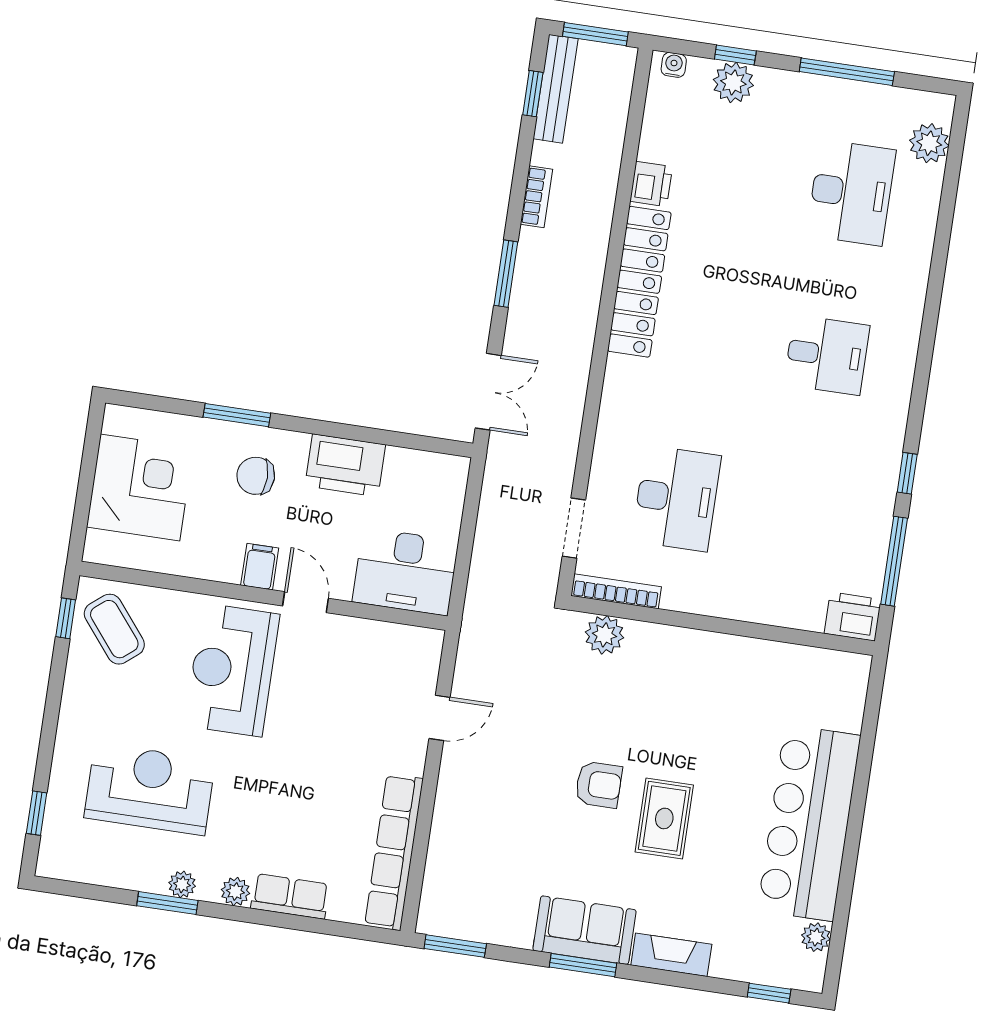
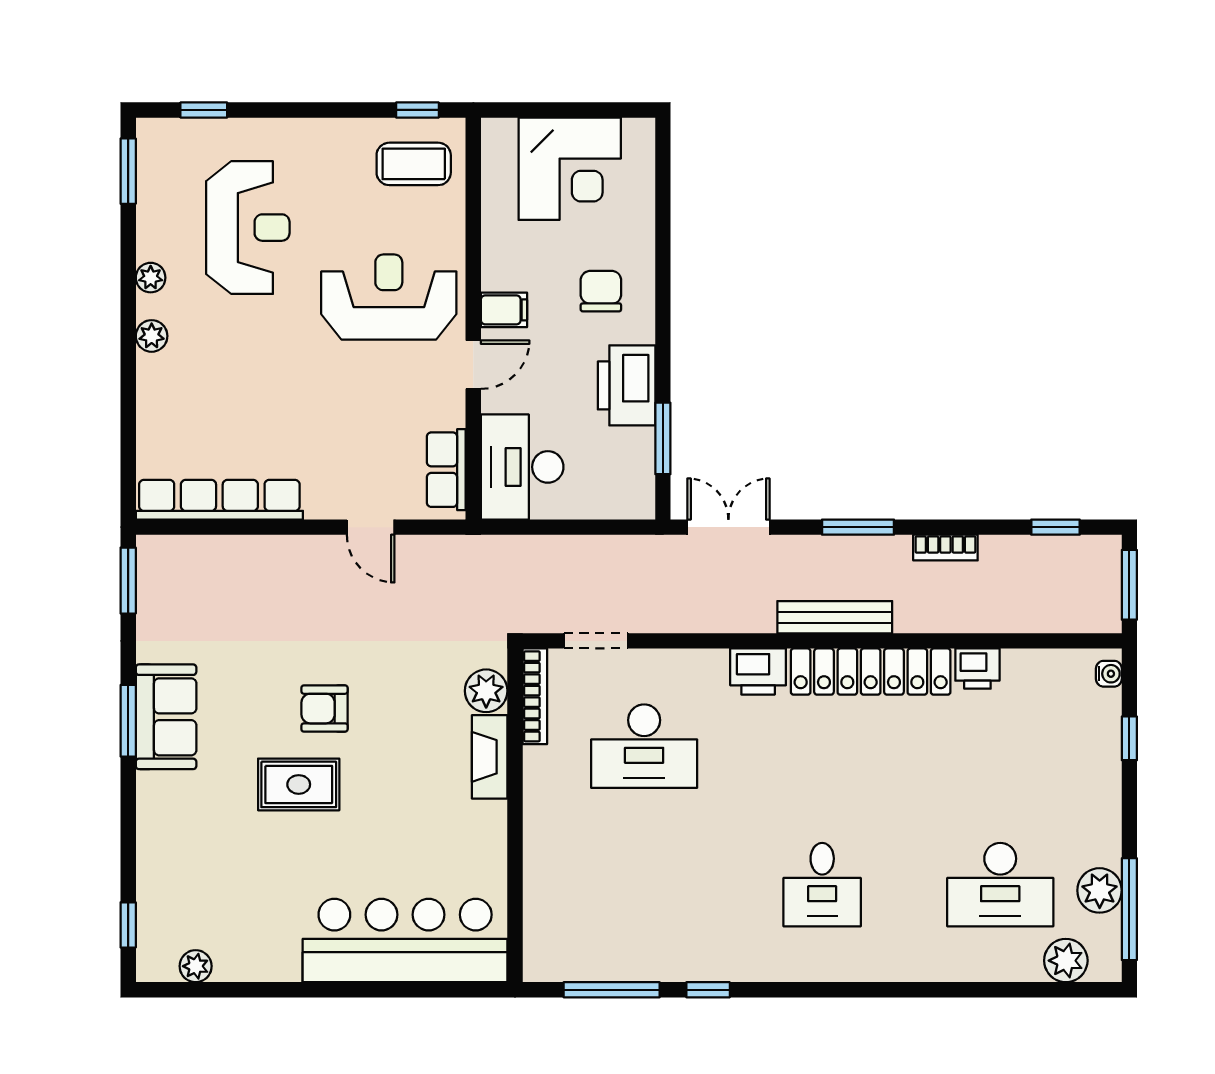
window: (847, 72) -> (1129, 909), moved
plant: (733, 83) -> (1100, 890), moved
bench: (556, 89) -> (835, 617), moved
double door: (488, 392) -> (728, 527), swing flipped
window: (237, 415) -> (663, 438), moved
printer: (853, 617) -> (758, 672), moved, turned 90
coffee table: (114, 629) -> (414, 164), turned 39
armchair: (599, 785) -> (325, 709), turned 90
bar counter: (809, 823) -> (405, 940), moved
row of seats: (290, 896) -> (446, 470), moved, turned 180
window: (167, 903) -> (128, 171), moved
fireplace: (671, 955) -> (490, 757), moved, turned 180

